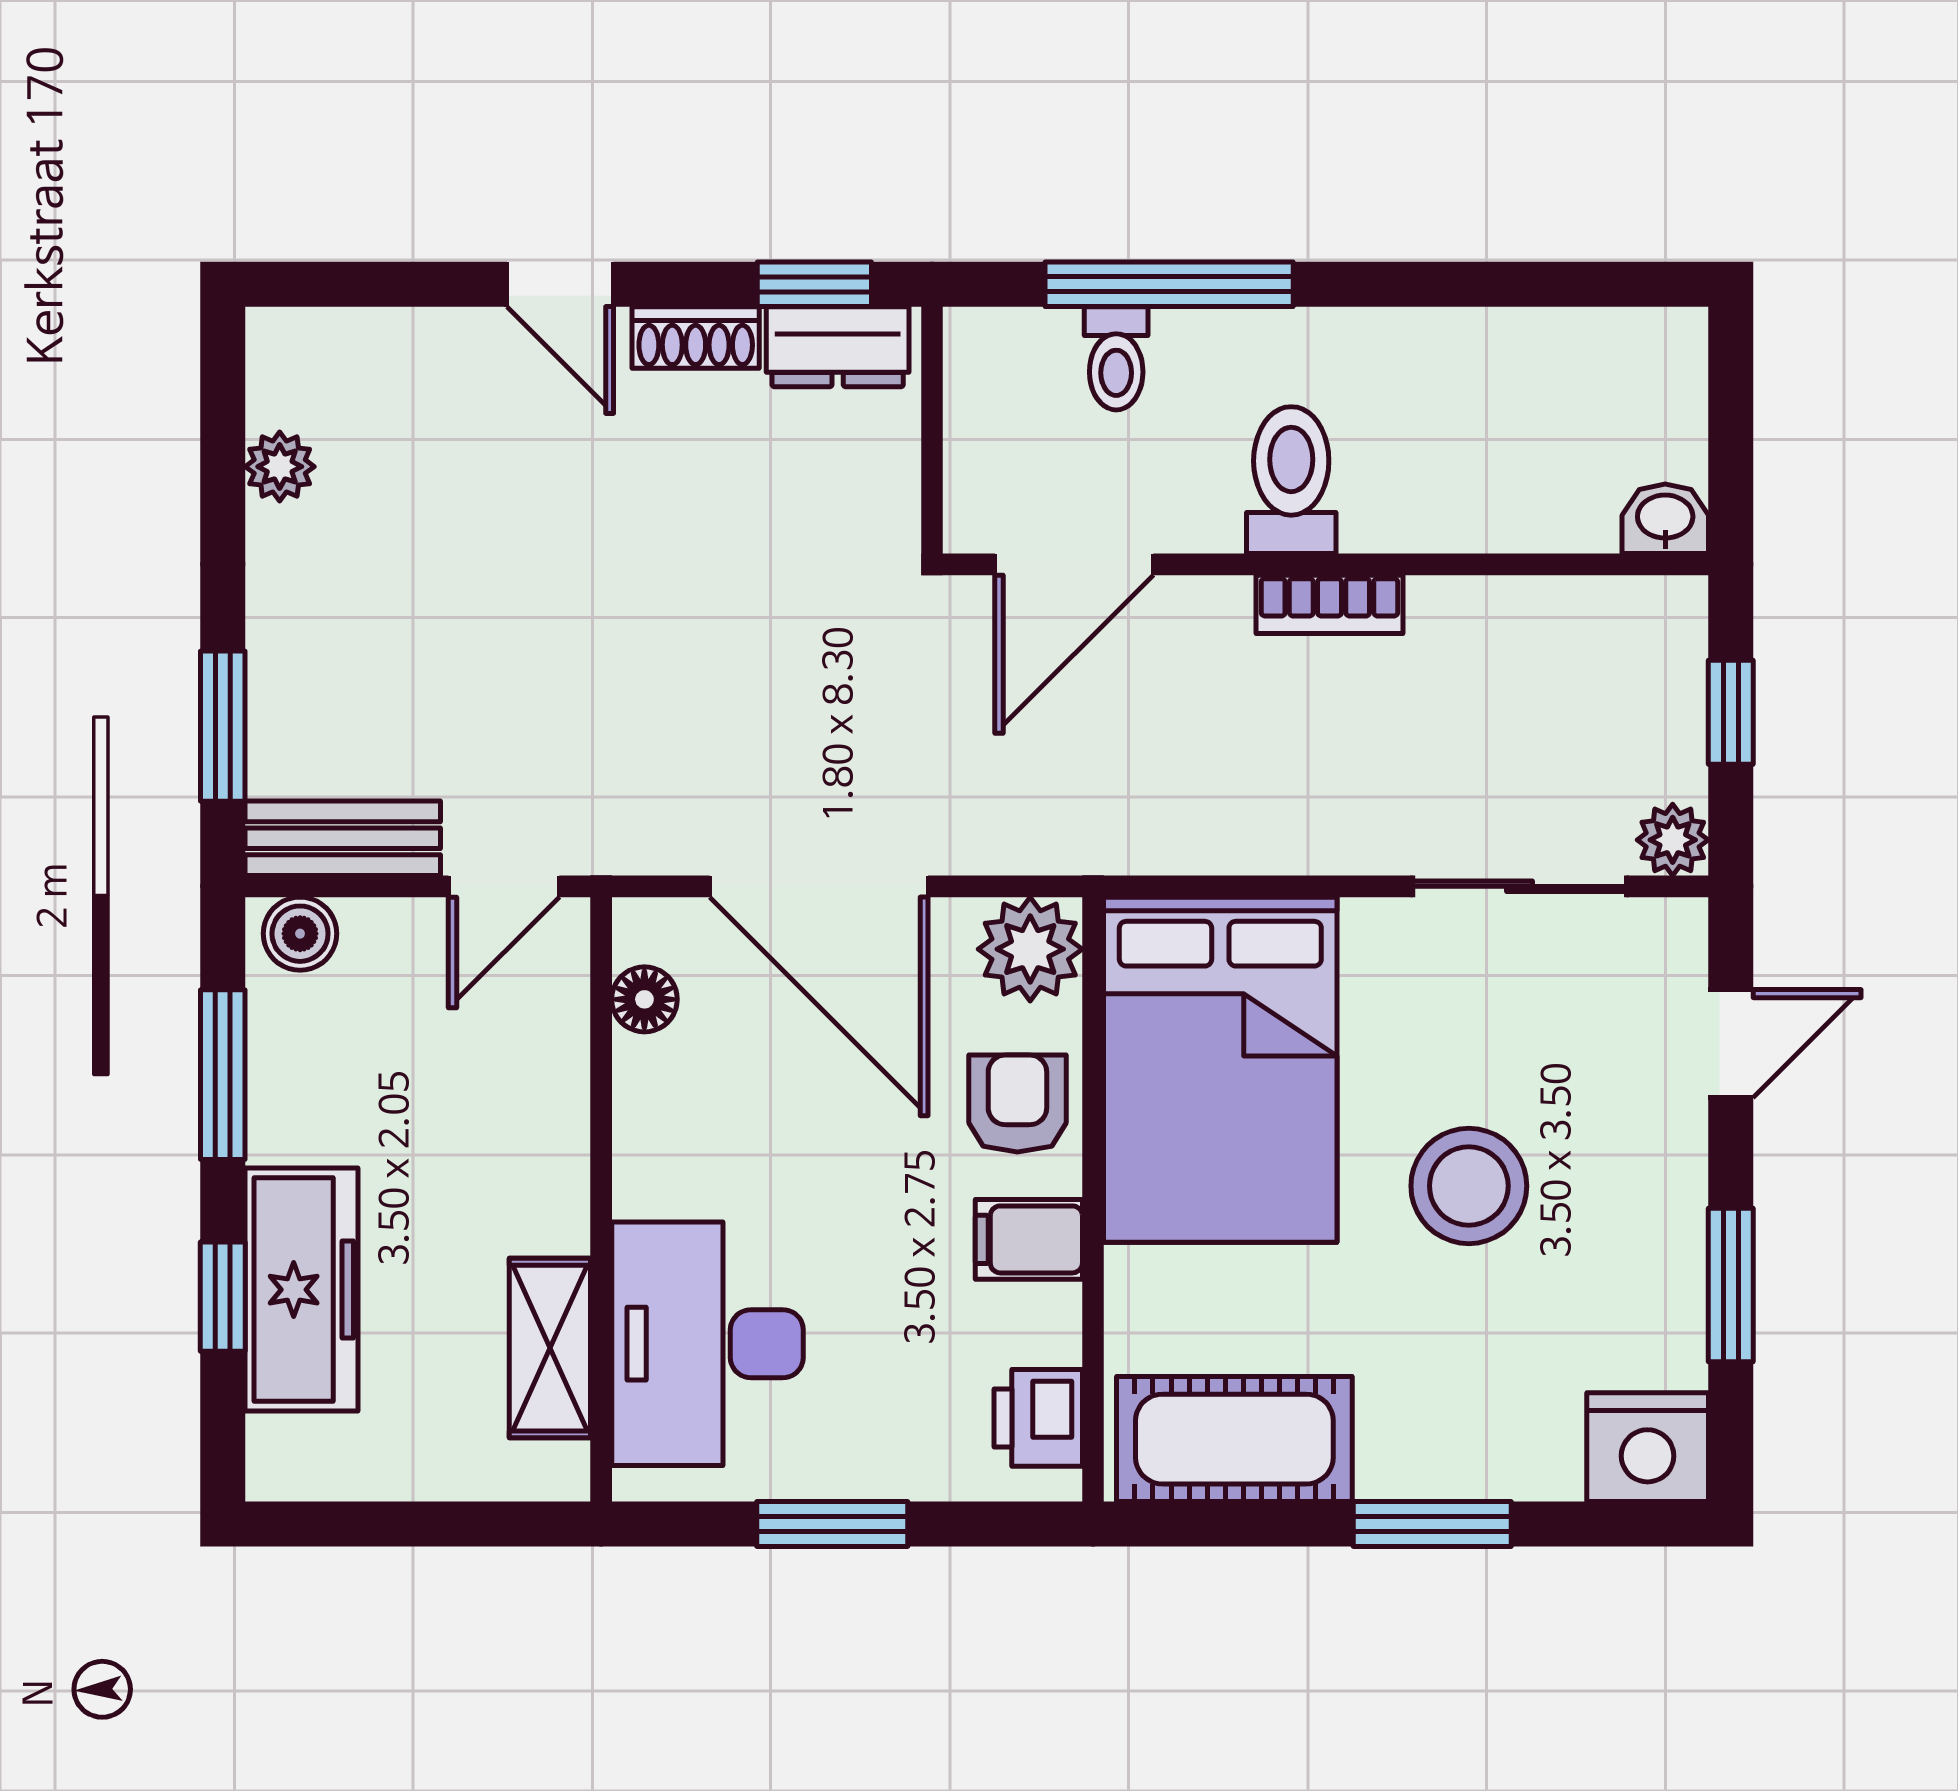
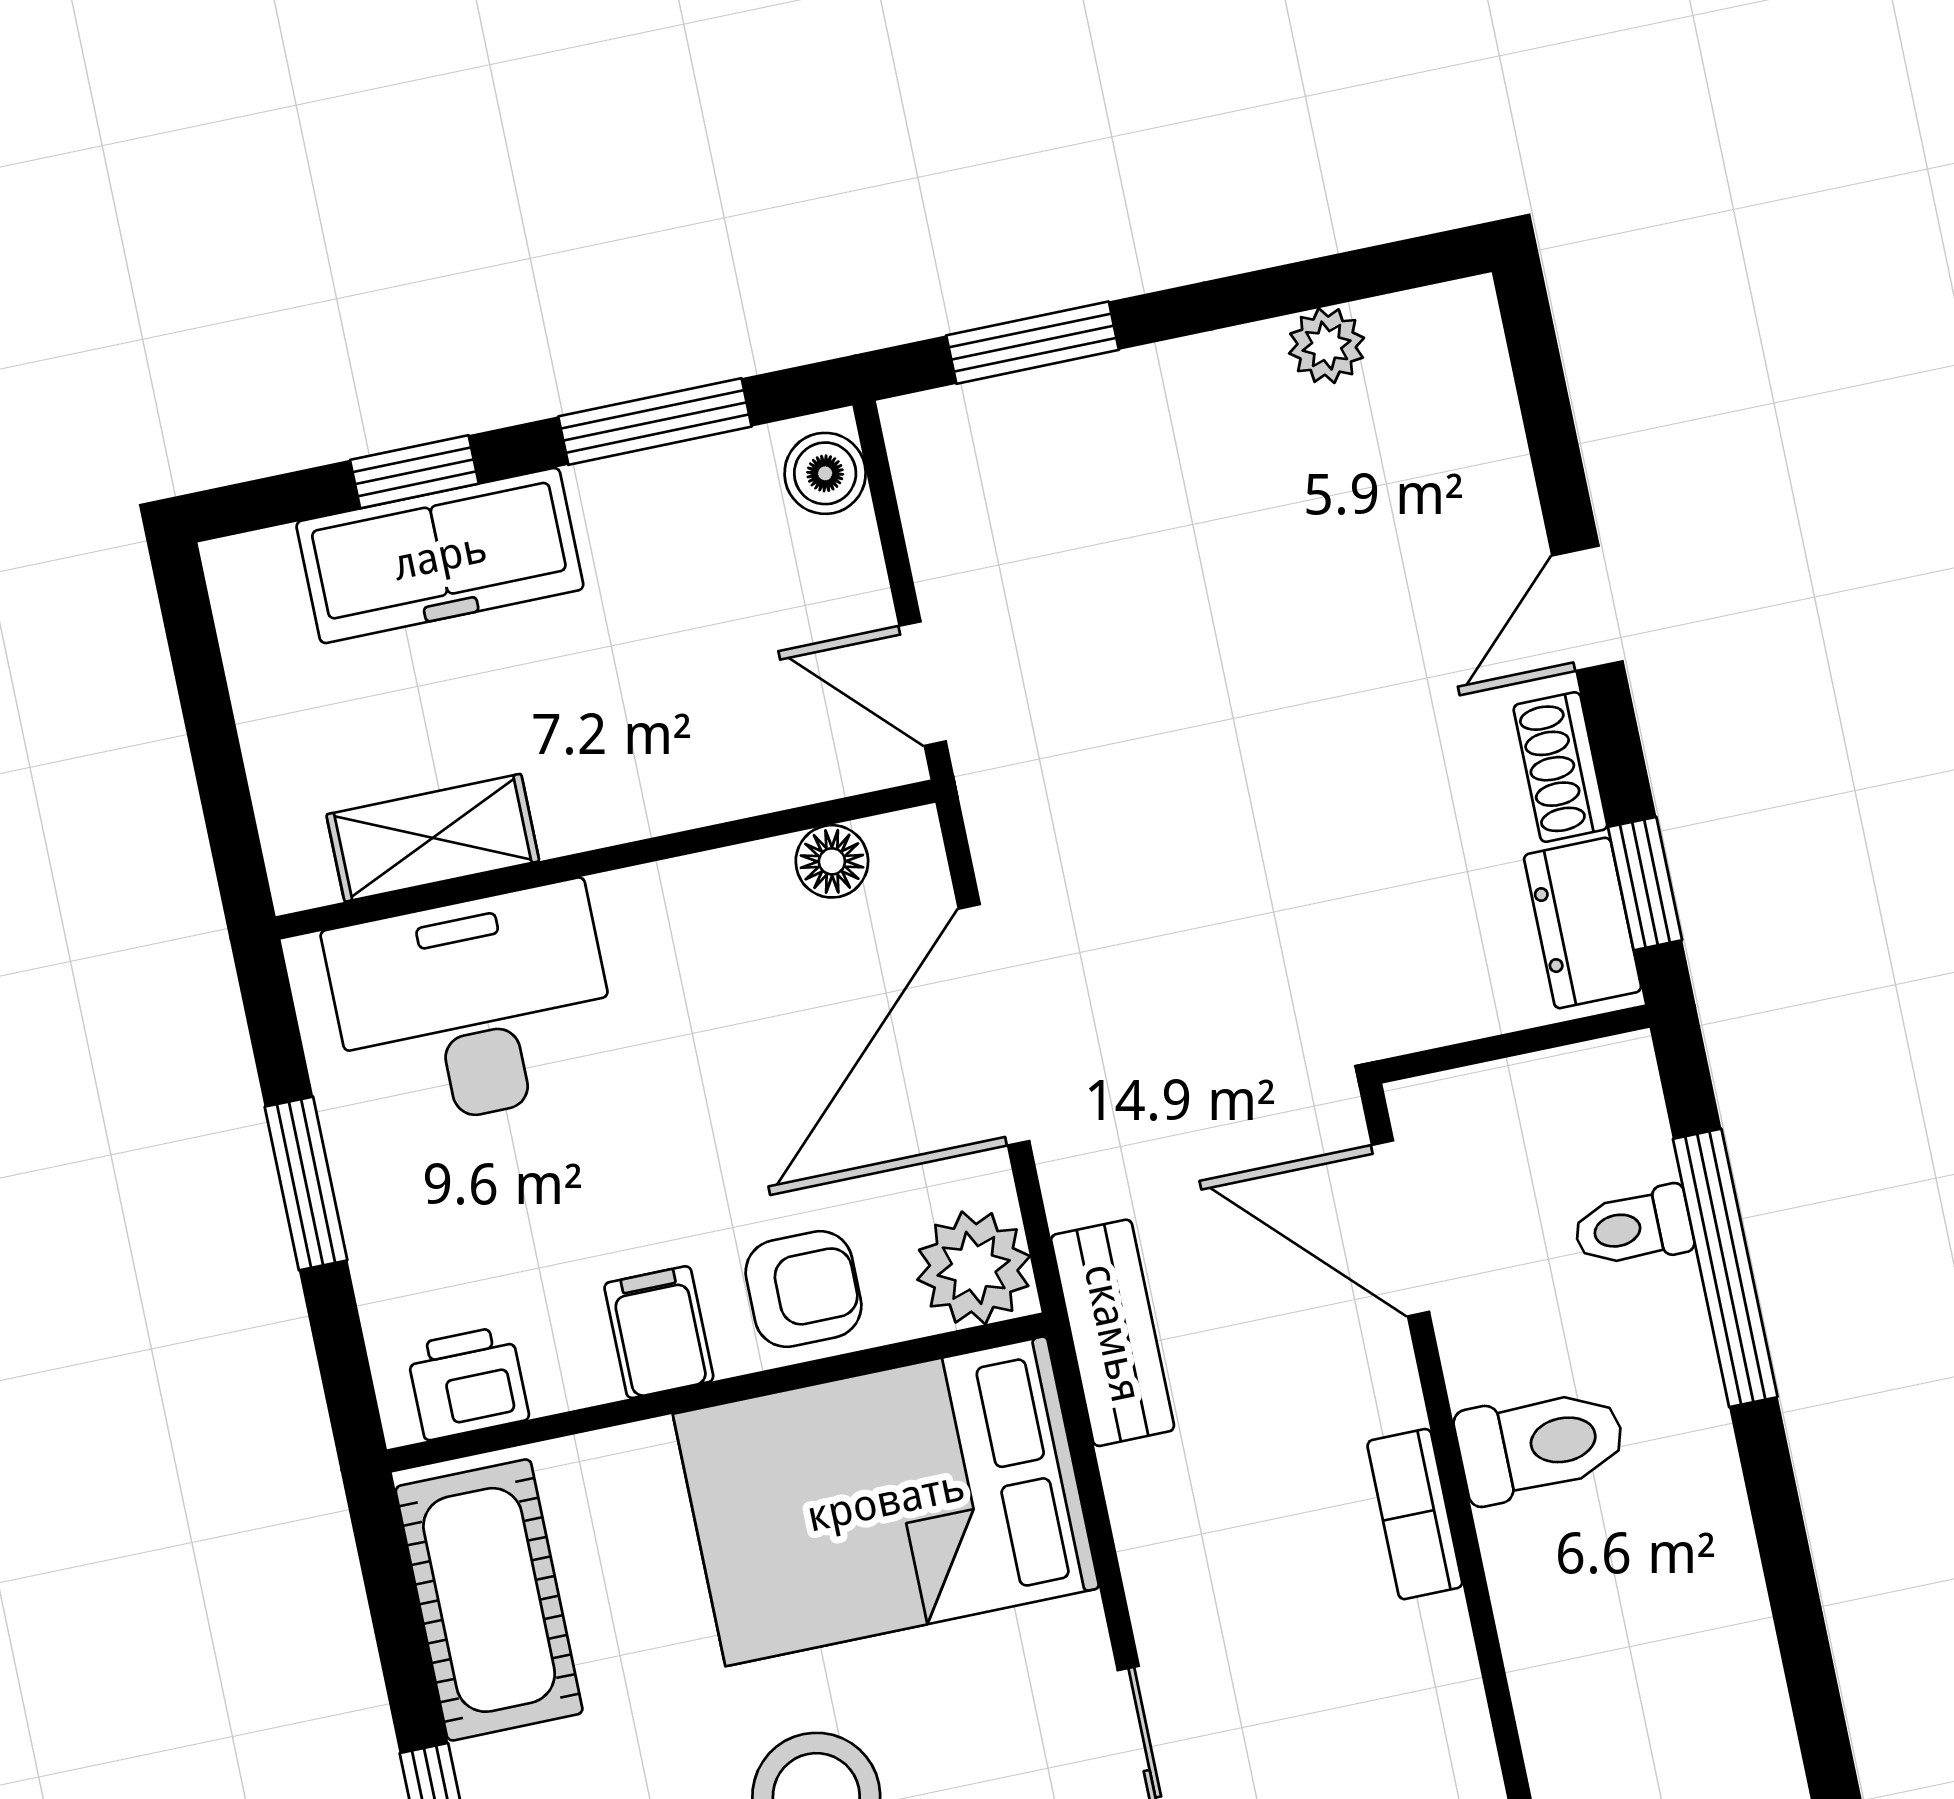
bench: (343, 838) -> (1113, 1333), moved

